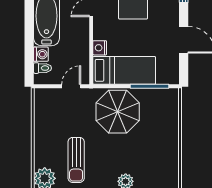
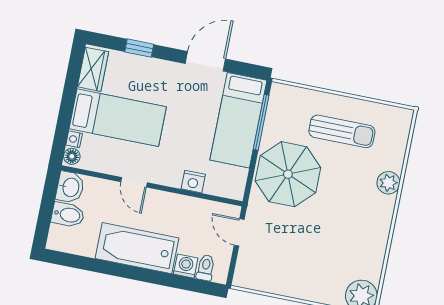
bed: (124, 70) -> (238, 120), moved, turned 180
sun lounger: (76, 160) -> (342, 131), moved

